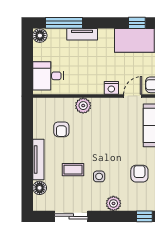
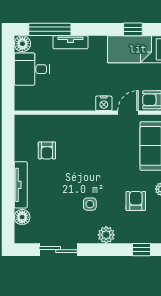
desk: (48, 76) -> (32, 69), moved
plant: (83, 106) -> (72, 123), removed
coffee table: (73, 170) -> (60, 196), removed

